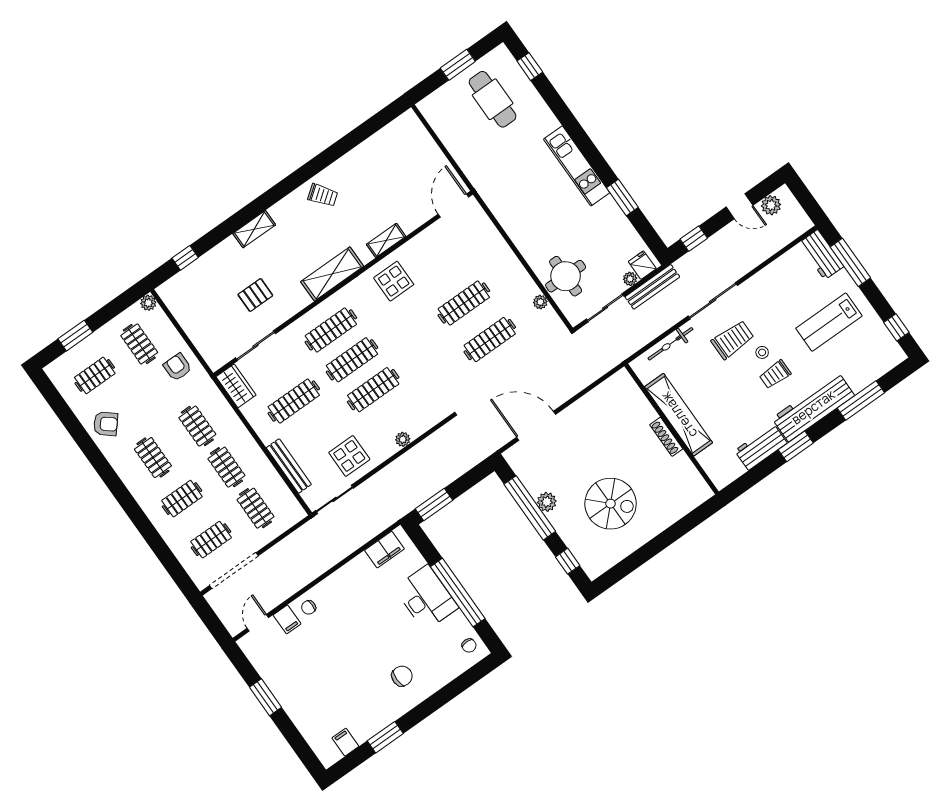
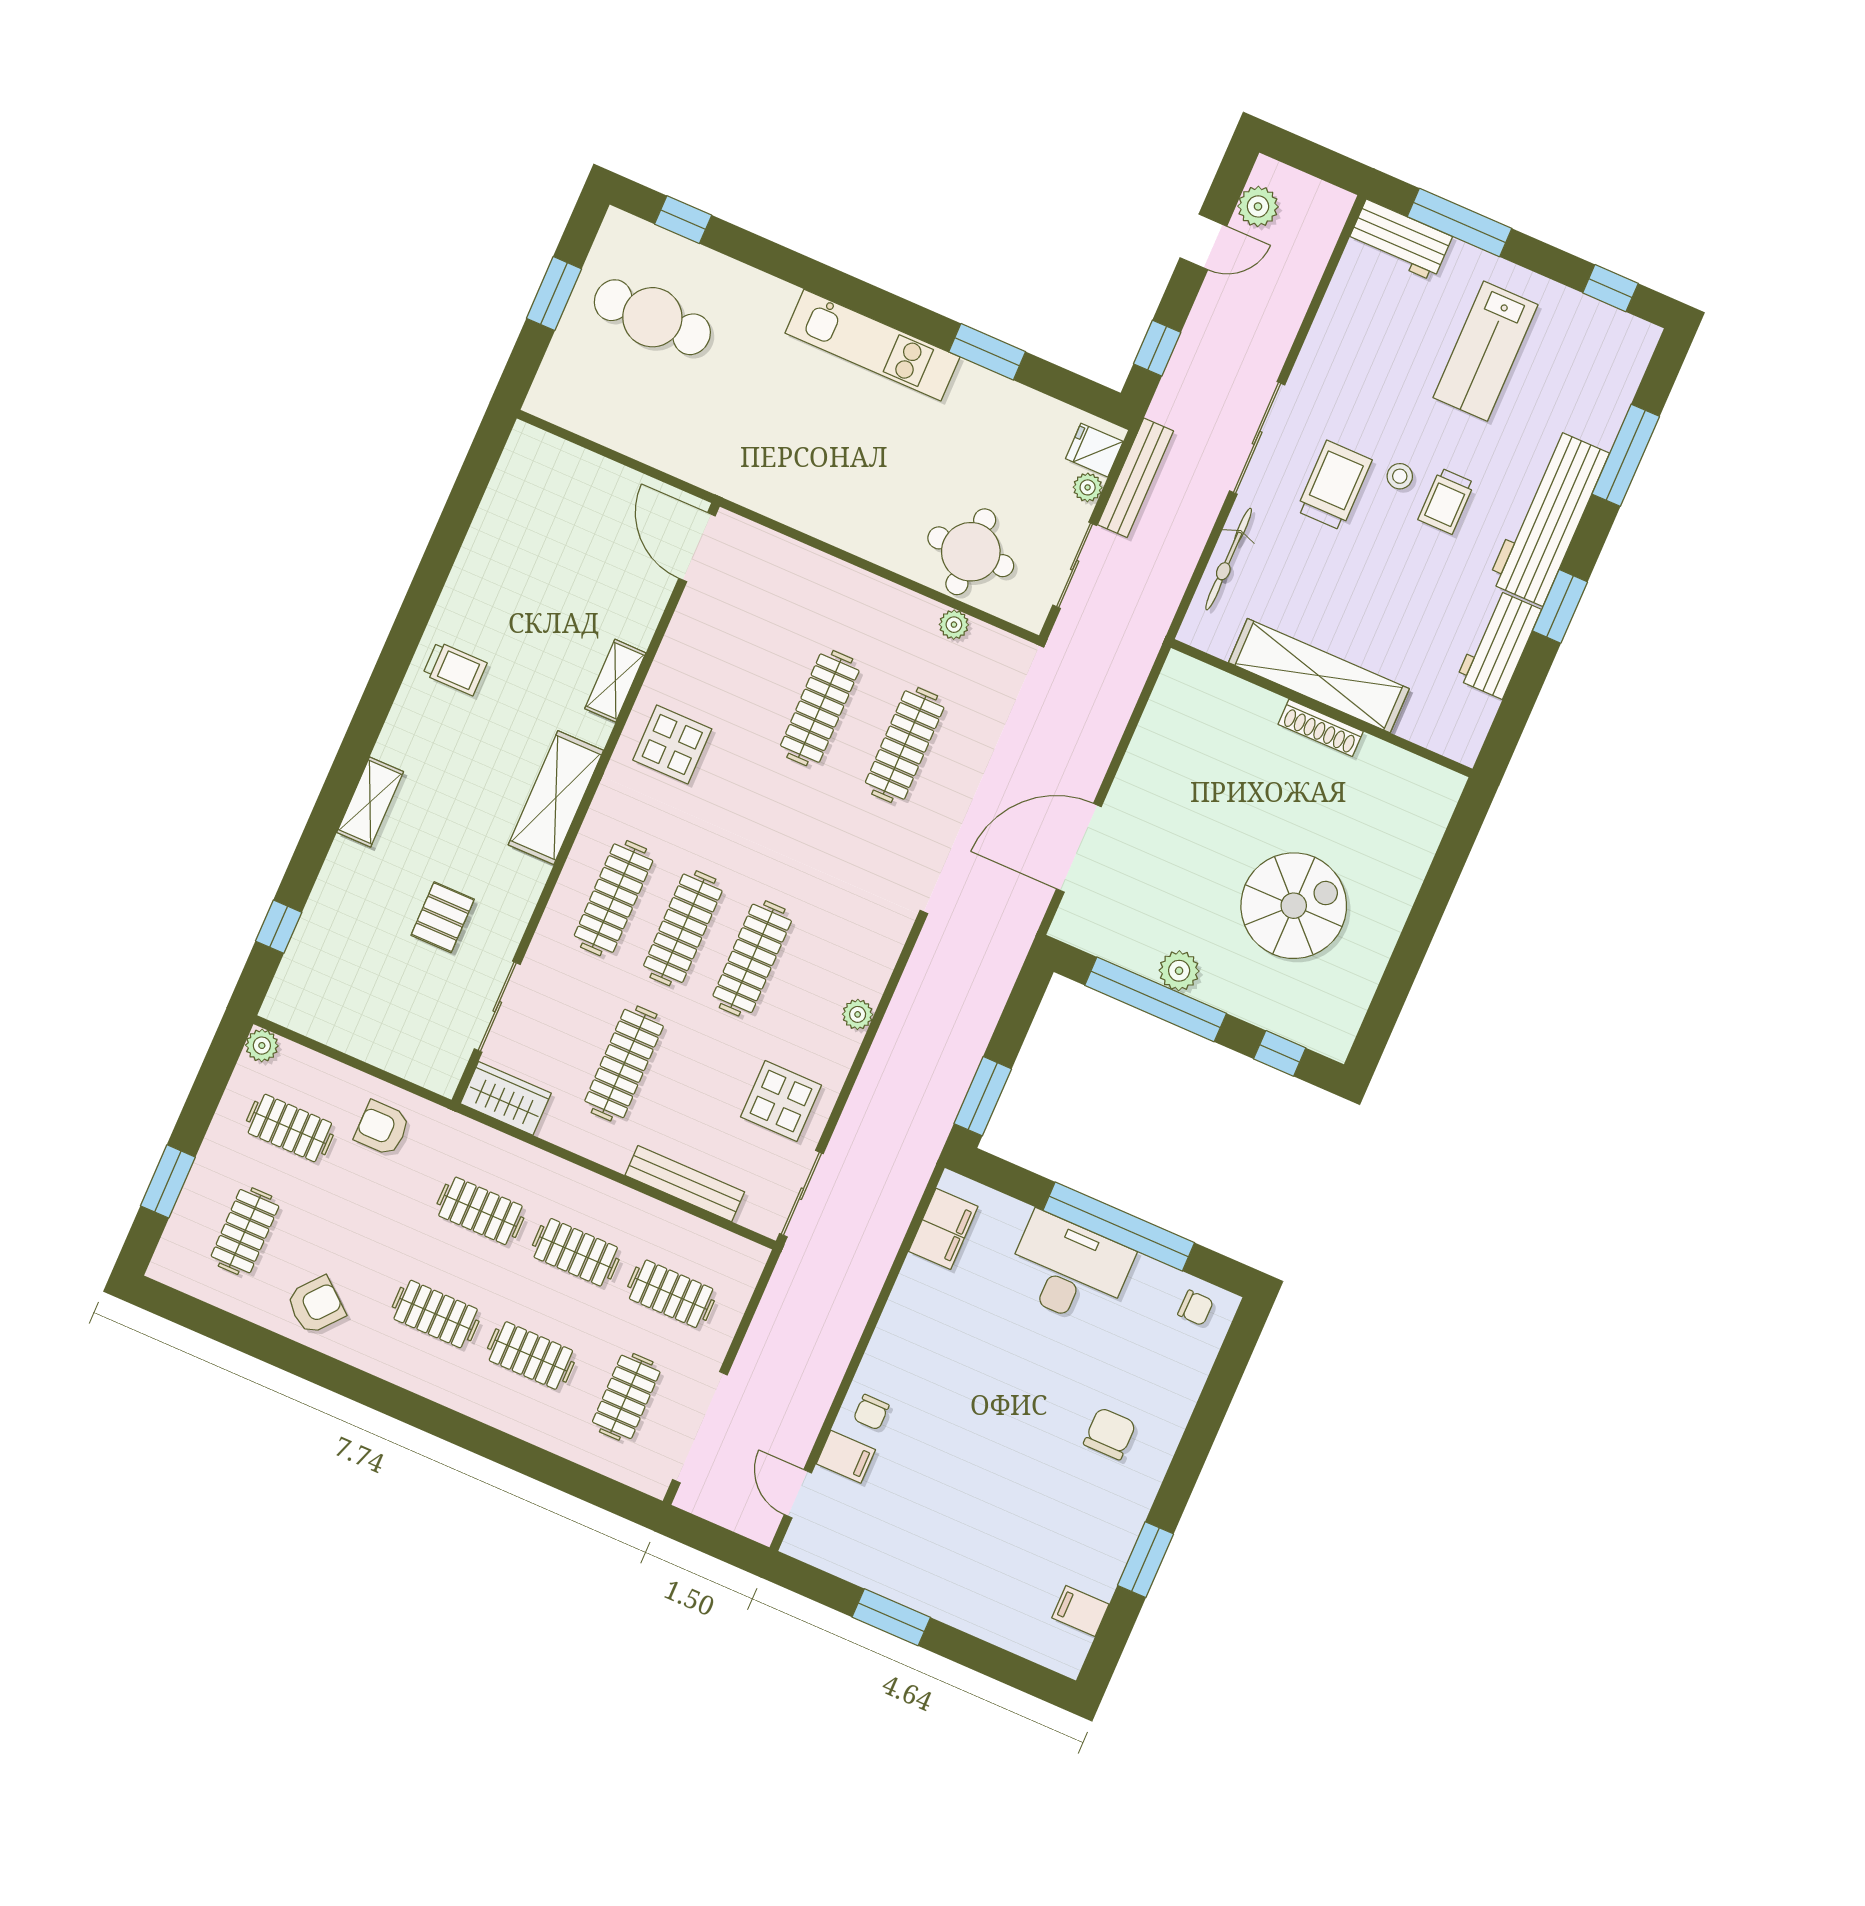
trolley: (323, 195) -> (455, 669), turned 37
clothes rail: (182, 499) -> (531, 1355), turned 90

